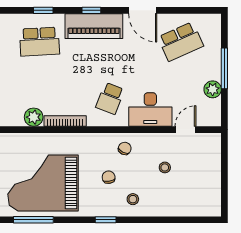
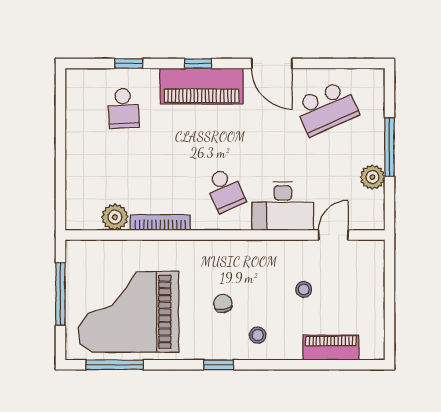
school desk: (40, 42) -> (123, 108), width x0.54
school desk: (110, 98) -> (225, 190), turned -45
chair: (125, 148) -> (246, 262), removed
piano: (184, 208) -> (331, 348), added

